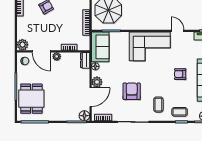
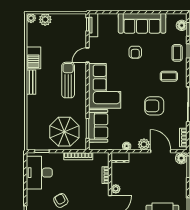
sun lounger: (155, 13) -> (68, 80), added
sofa: (100, 47) -> (98, 126), moved, turned 90

